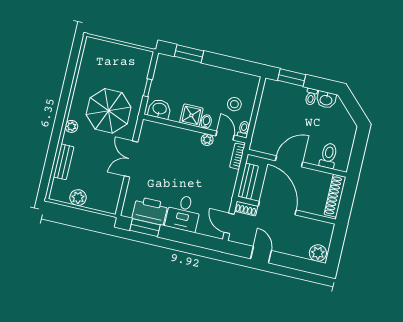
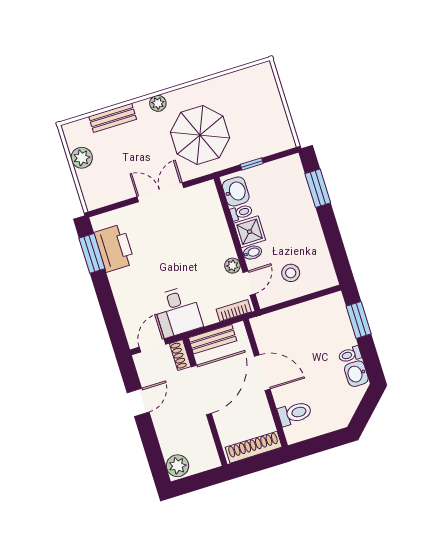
toilet: (244, 129) -> (241, 212), moved
desk: (183, 213) -> (177, 312), moved, turned -90

